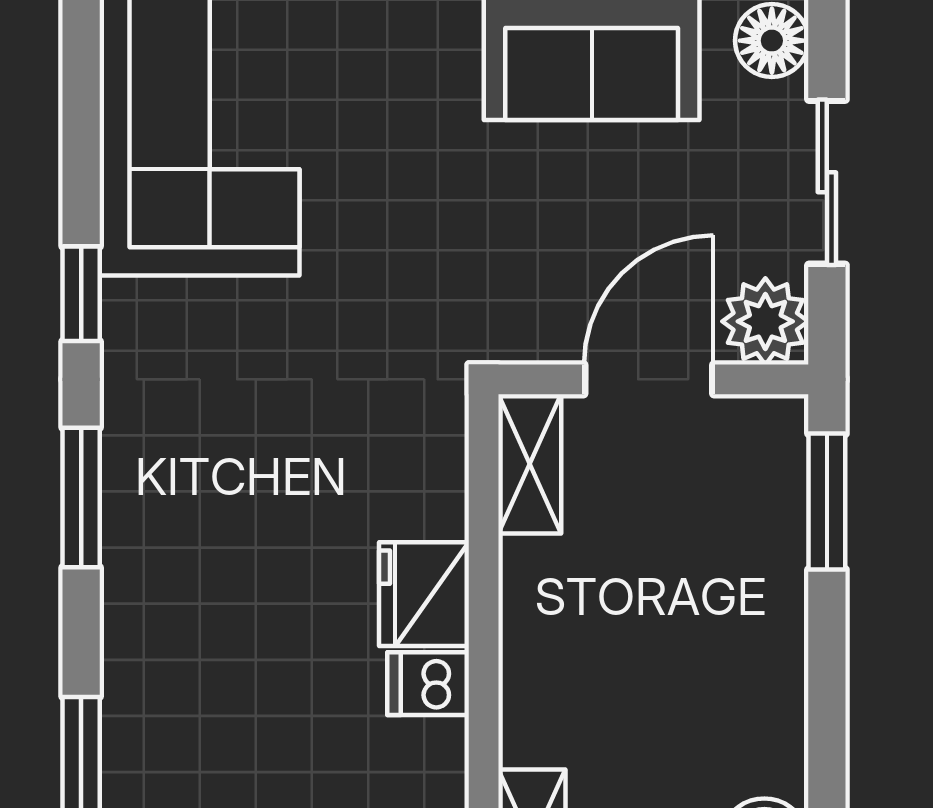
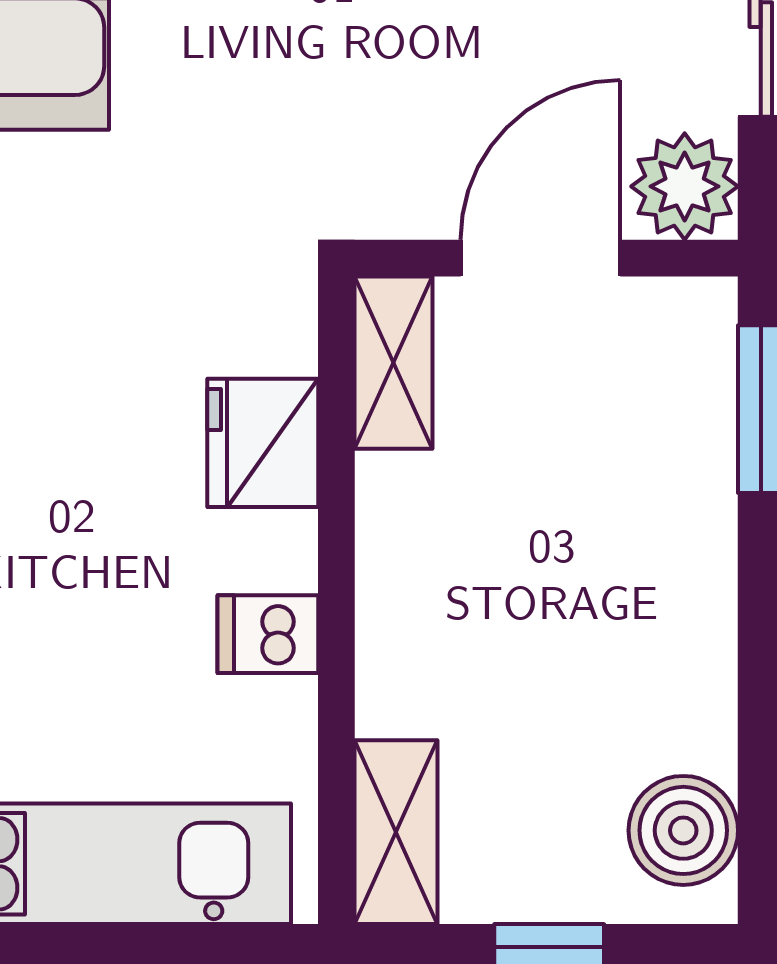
fridge: (424, 594) -> (263, 443), moved

